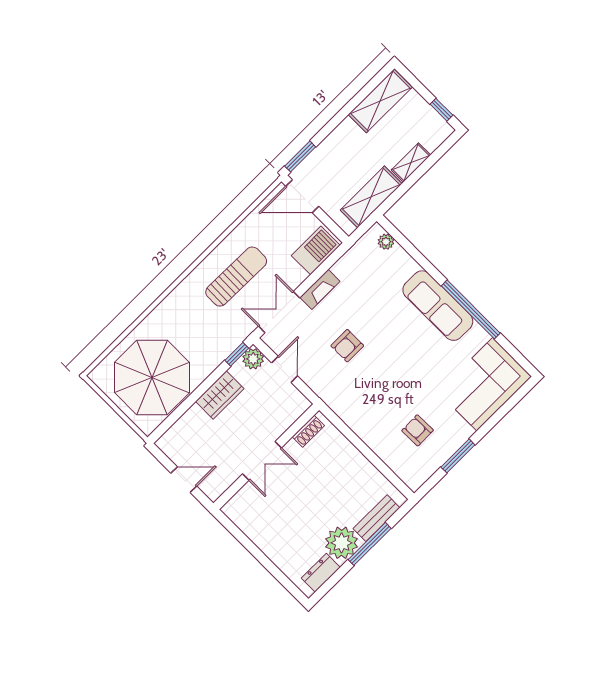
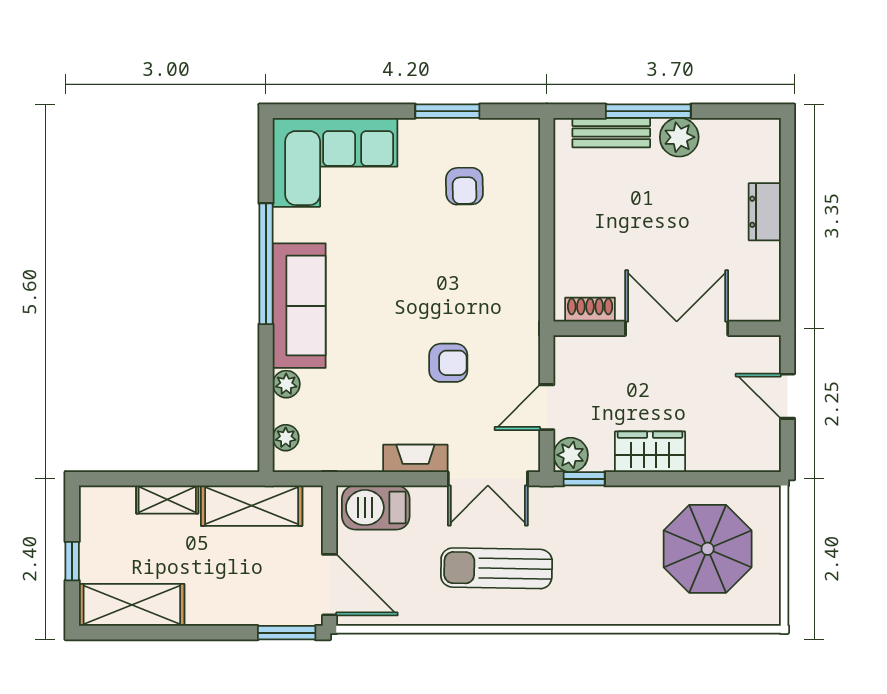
window: (441, 110) -> (72, 561), moved
plant: (409, 265) -> (286, 384), added
parasol: (152, 378) -> (708, 549), width x0.73, depth x0.73
double door: (262, 461) -> (677, 328), width x1.37
plant: (342, 543) -> (679, 137), width x0.73, depth x0.73
dresser: (321, 573) -> (765, 212), moved, turned 90

